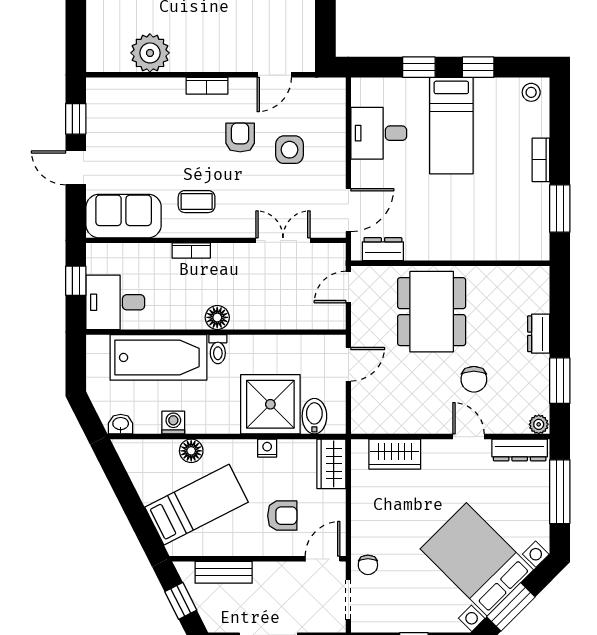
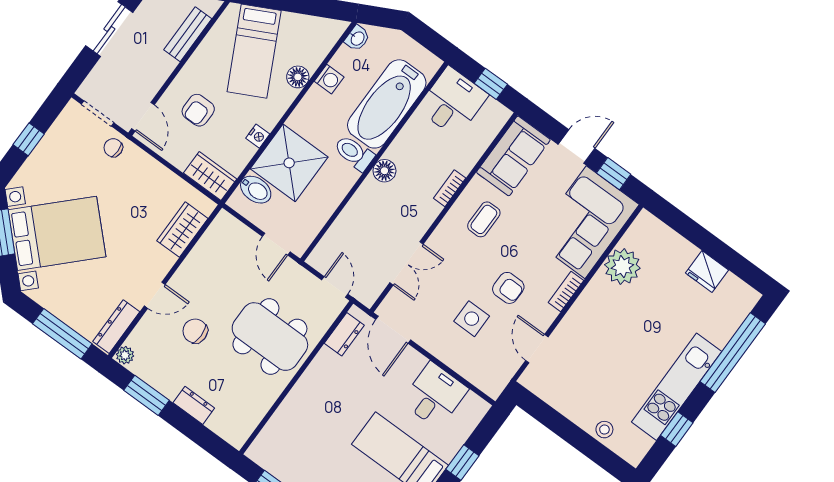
corner sofa: (135, 112) -> (586, 222), added
toilet: (218, 349) -> (354, 153), width x1.37, depth x1.39

